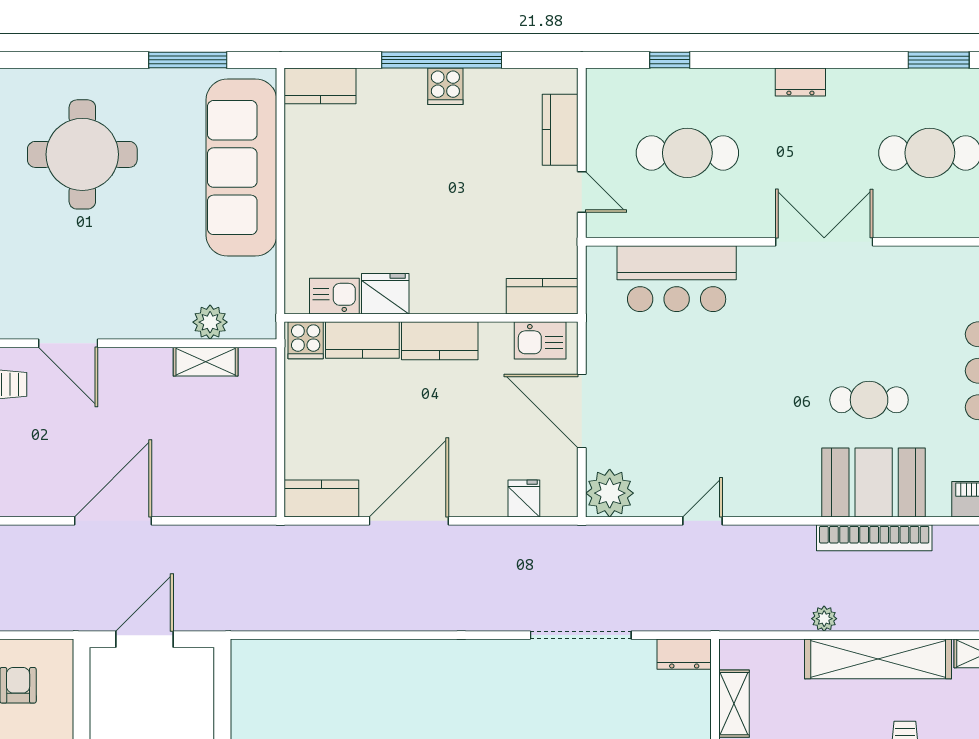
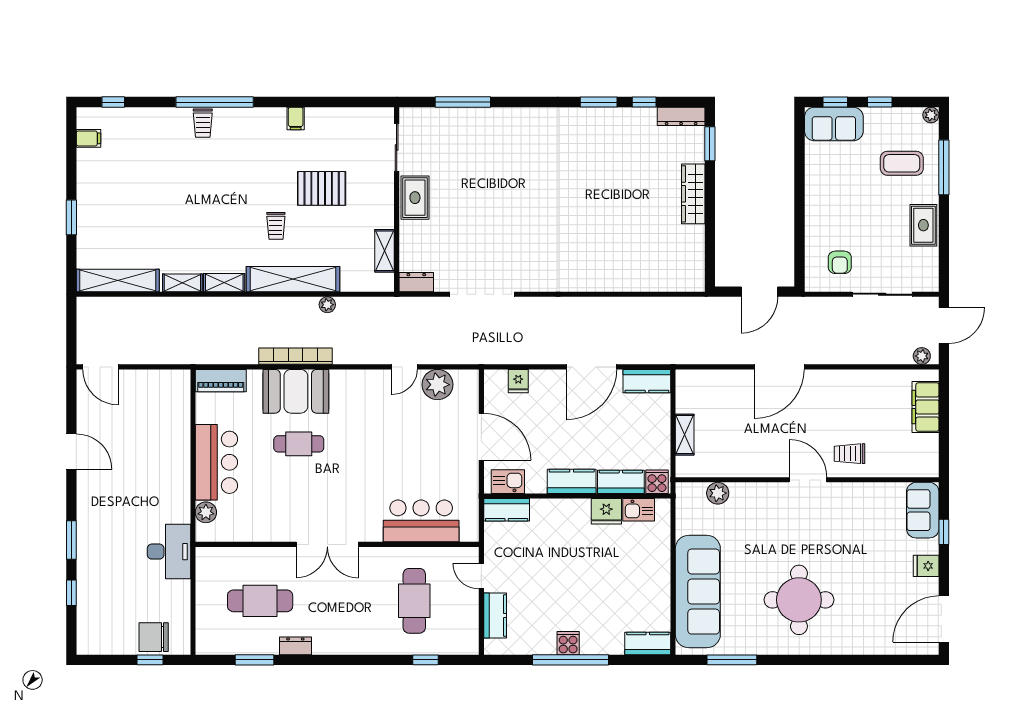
dresser: (800, 82) -> (295, 646), moved
cafe table: (687, 153) -> (414, 601), turned 90
shelving: (206, 362) -> (685, 435), moved, turned 90
plant: (610, 493) -> (438, 385), moved

